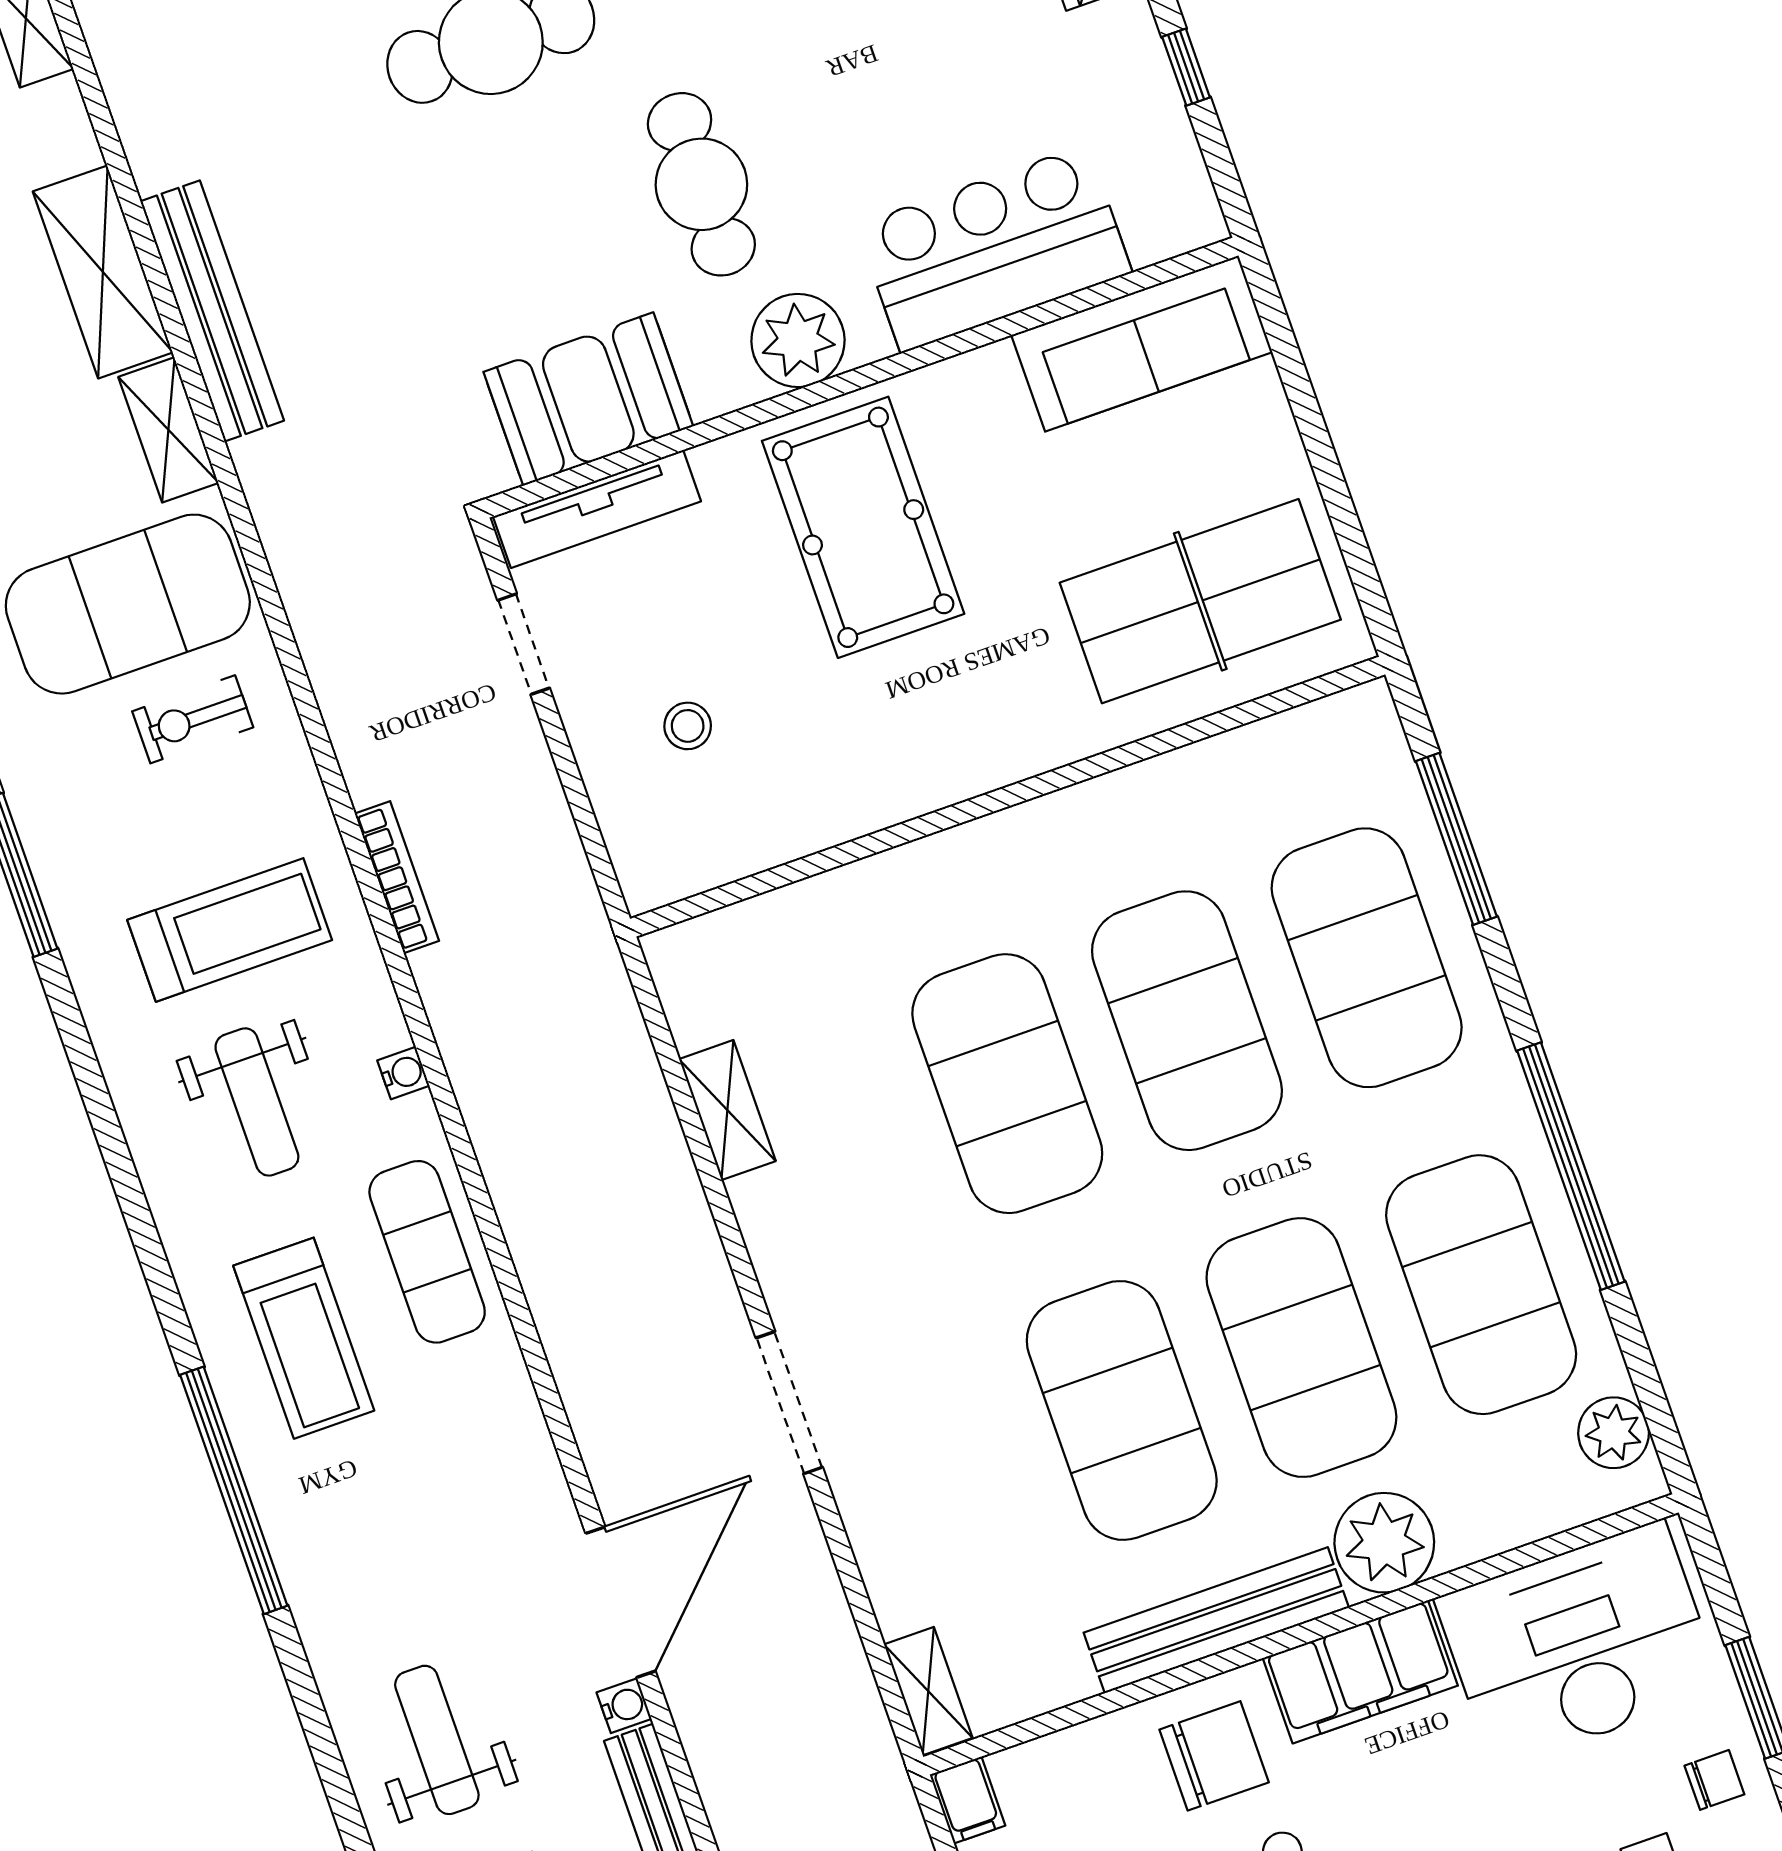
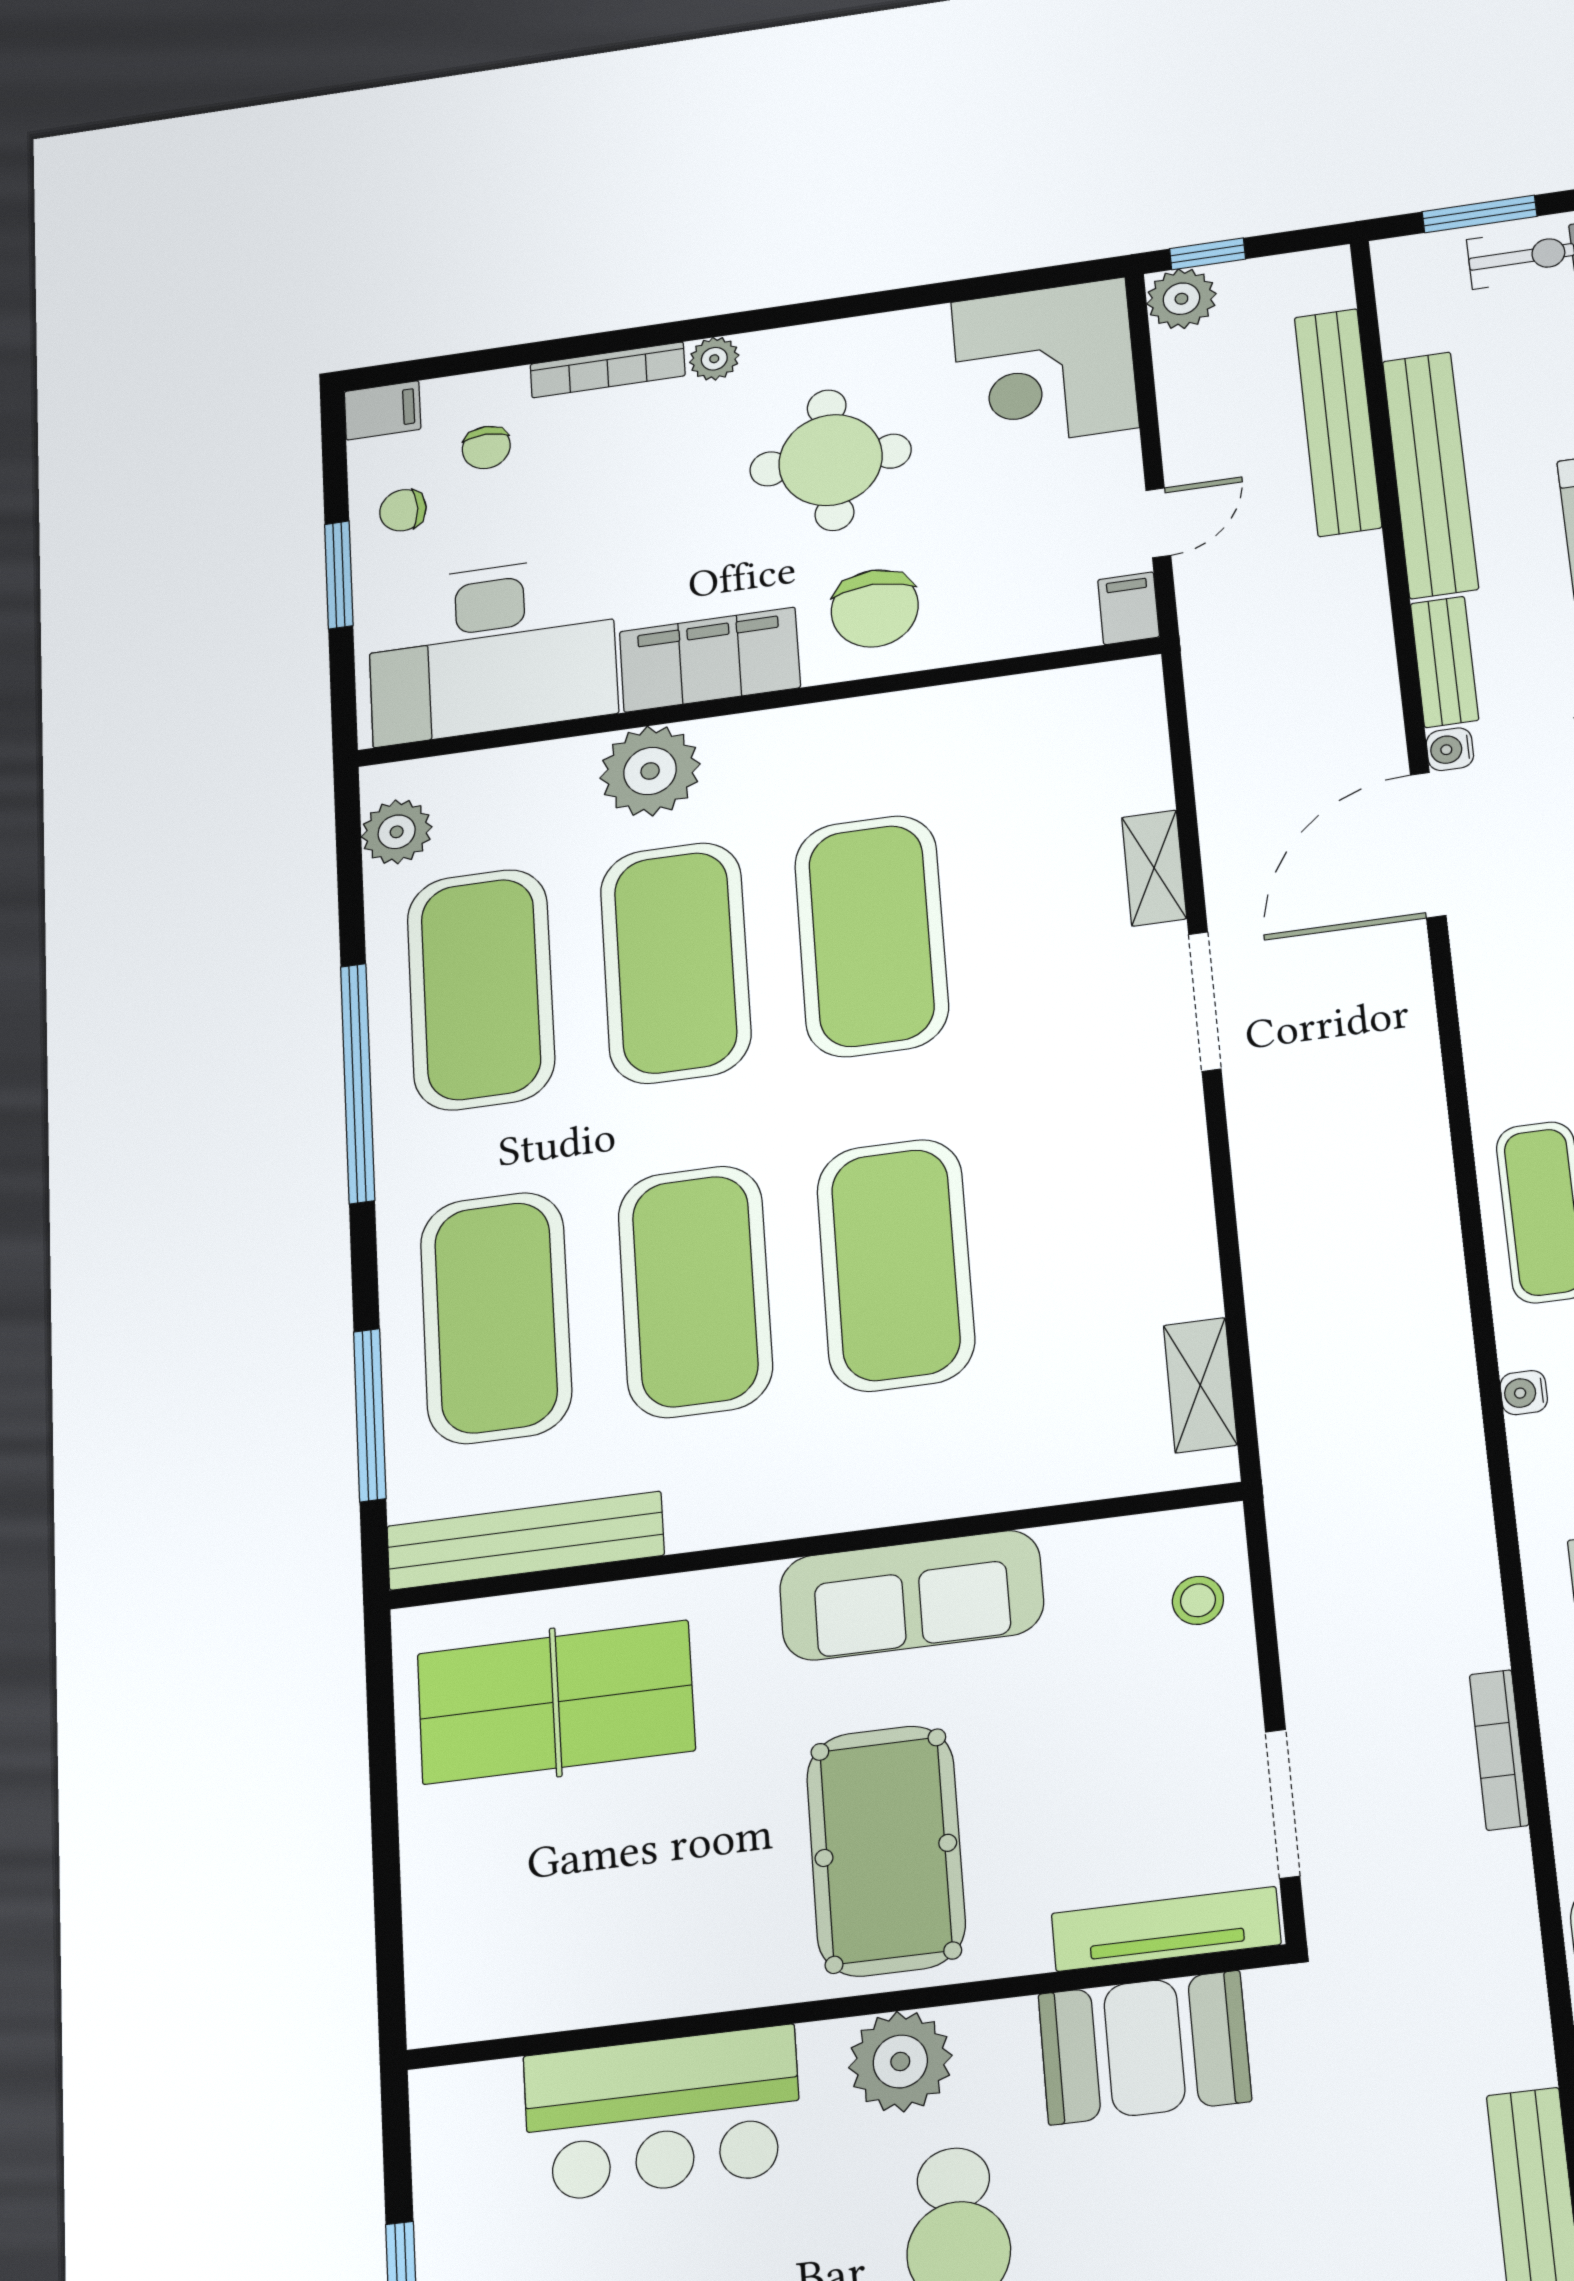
sofa: (1142, 344) -> (911, 1595), moved, turned 180
doorway: (524, 644) -> (1283, 1804), width x1.38
stool: (688, 726) -> (1198, 1600), moved
bookcase: (397, 877) -> (1499, 1750), moved
shelving: (727, 1110) -> (1200, 1385), moved
bench: (1216, 1620) -> (525, 1541), moved
shelving: (928, 1691) -> (1154, 868), moved
chair: (1214, 1756) -> (875, 608), turned -90

